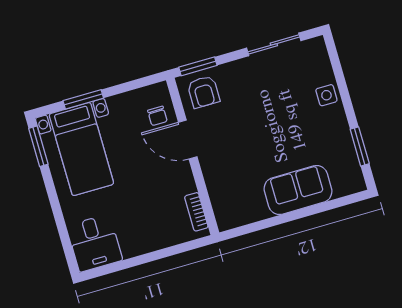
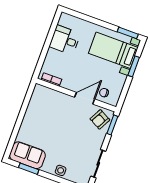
armchair: (203, 92) -> (100, 119), turned -62
sofa: (298, 190) -> (27, 155), moved, turned -90
desk: (95, 243) -> (65, 40), moved

